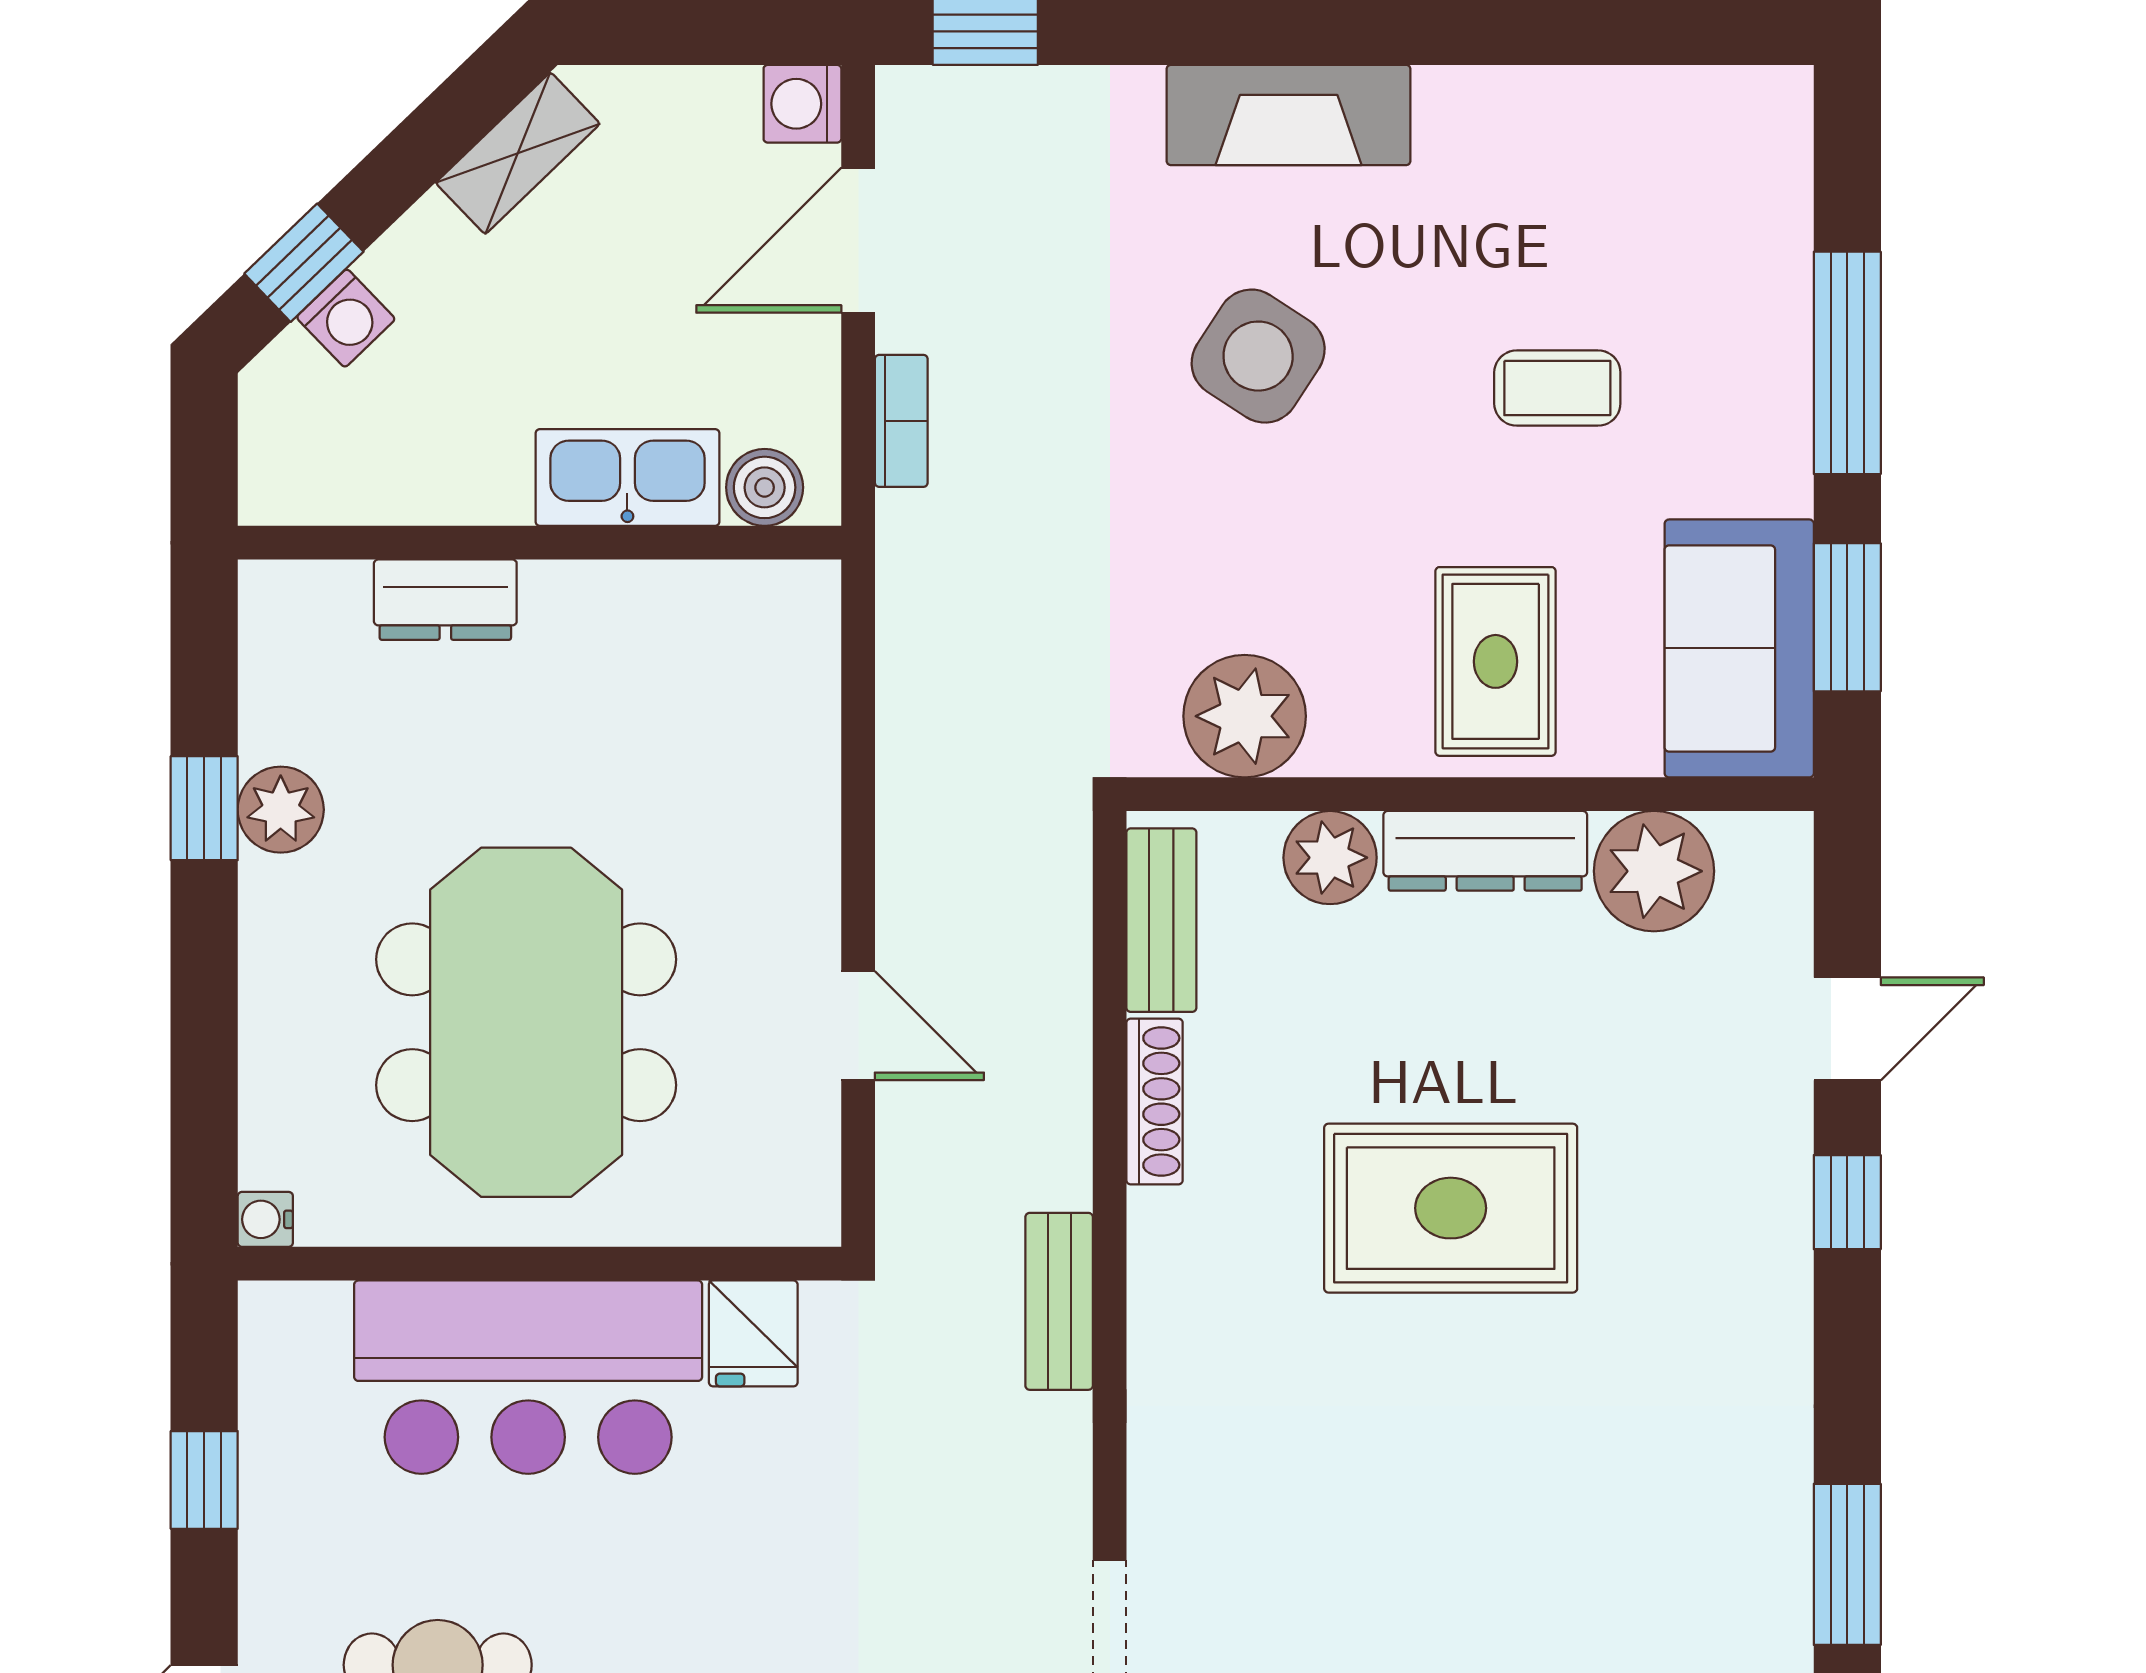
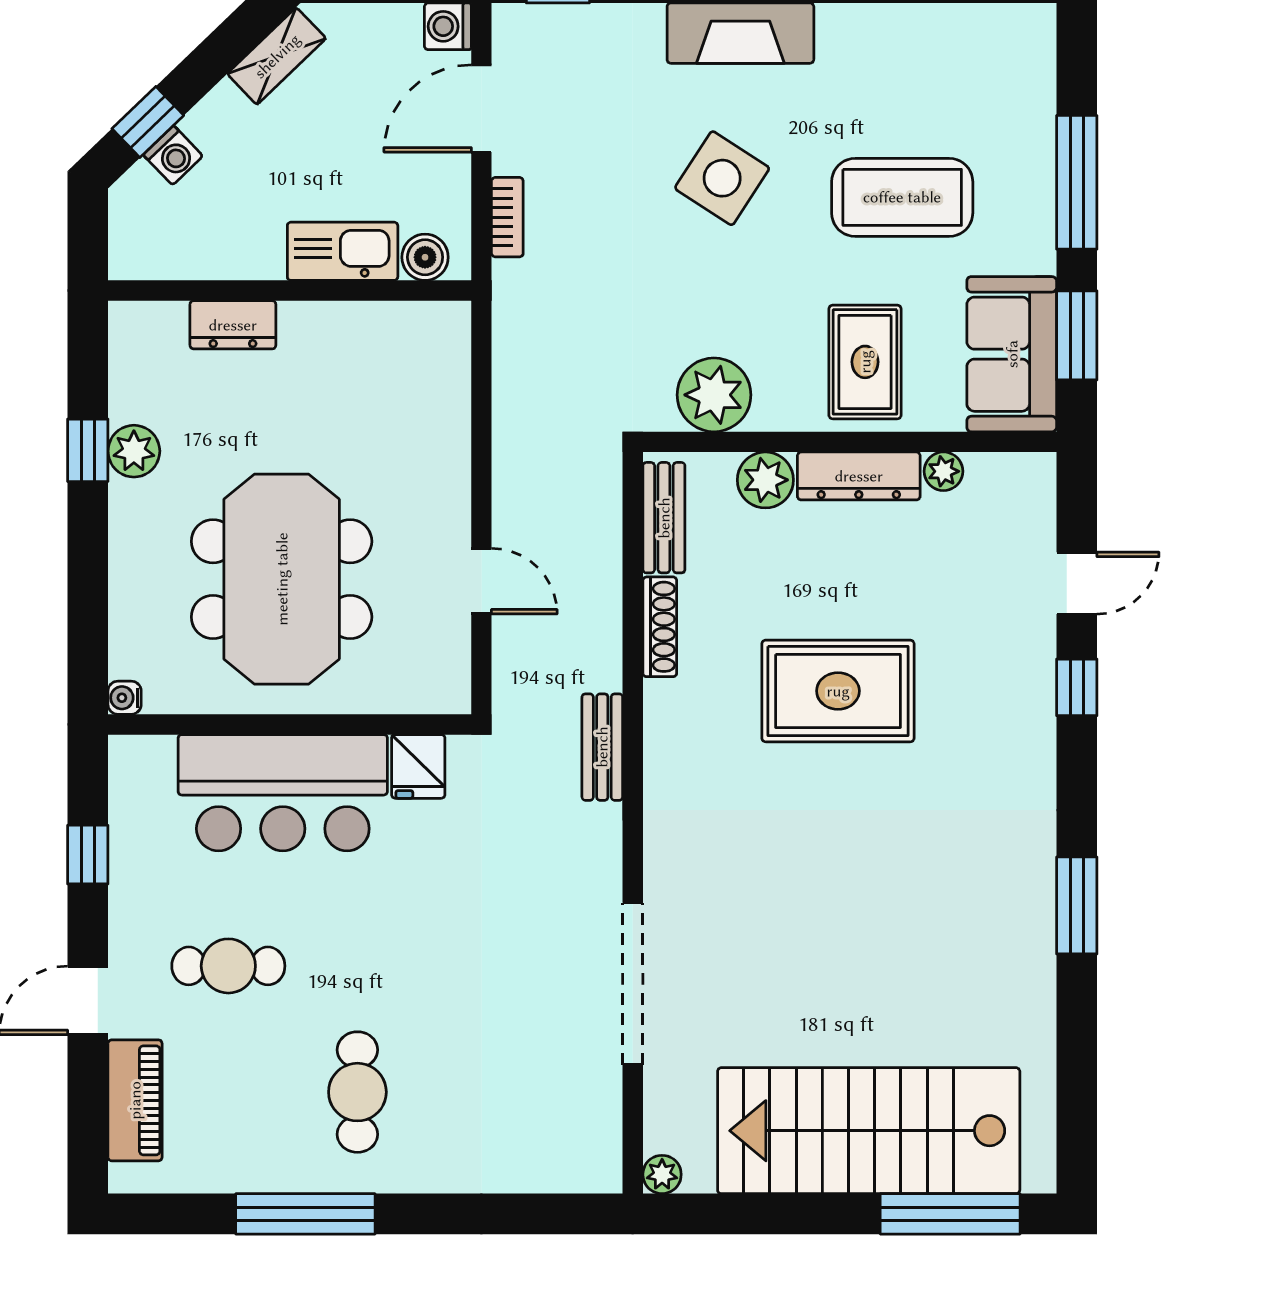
coffee table: (1557, 388) -> (902, 197), width x1.86, depth x1.72
plant: (1654, 871) -> (943, 471), width x0.53, depth x0.53

